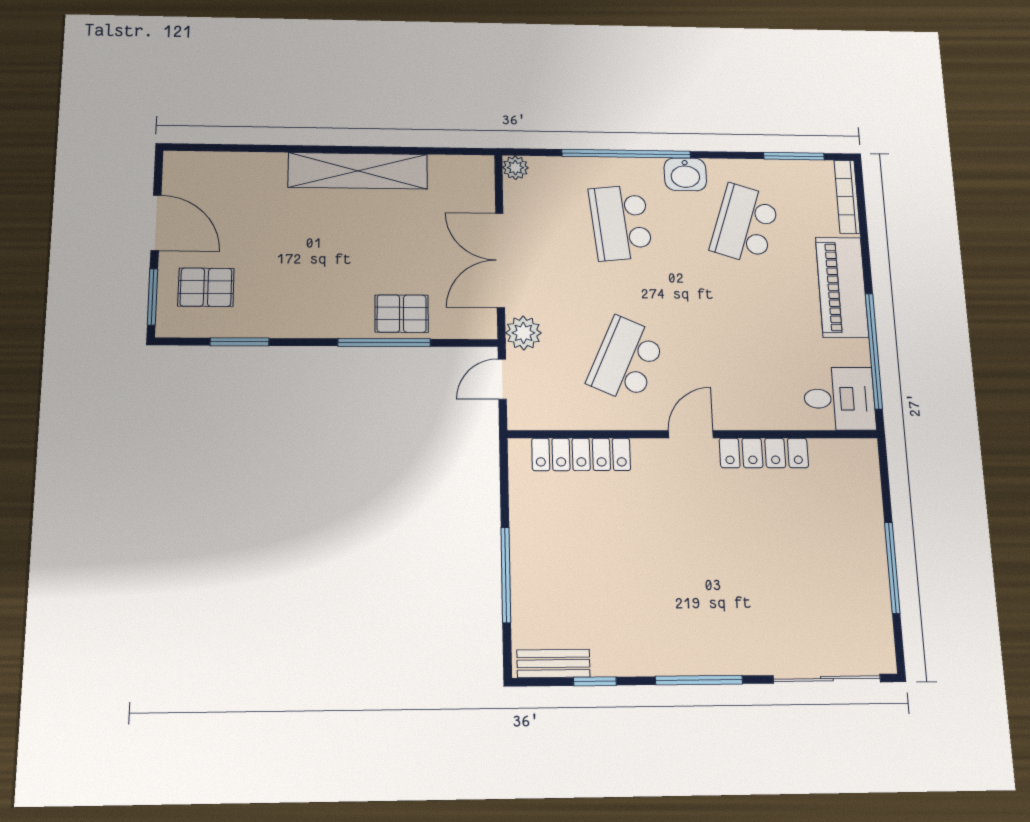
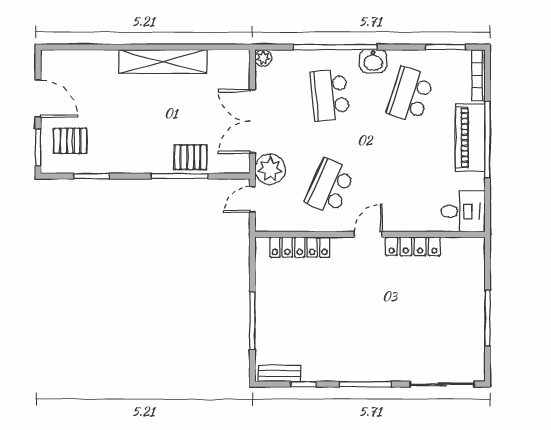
plant: (523, 333) -> (270, 169), width x1.36, depth x1.36
window: (874, 351) -> (487, 140), moved

